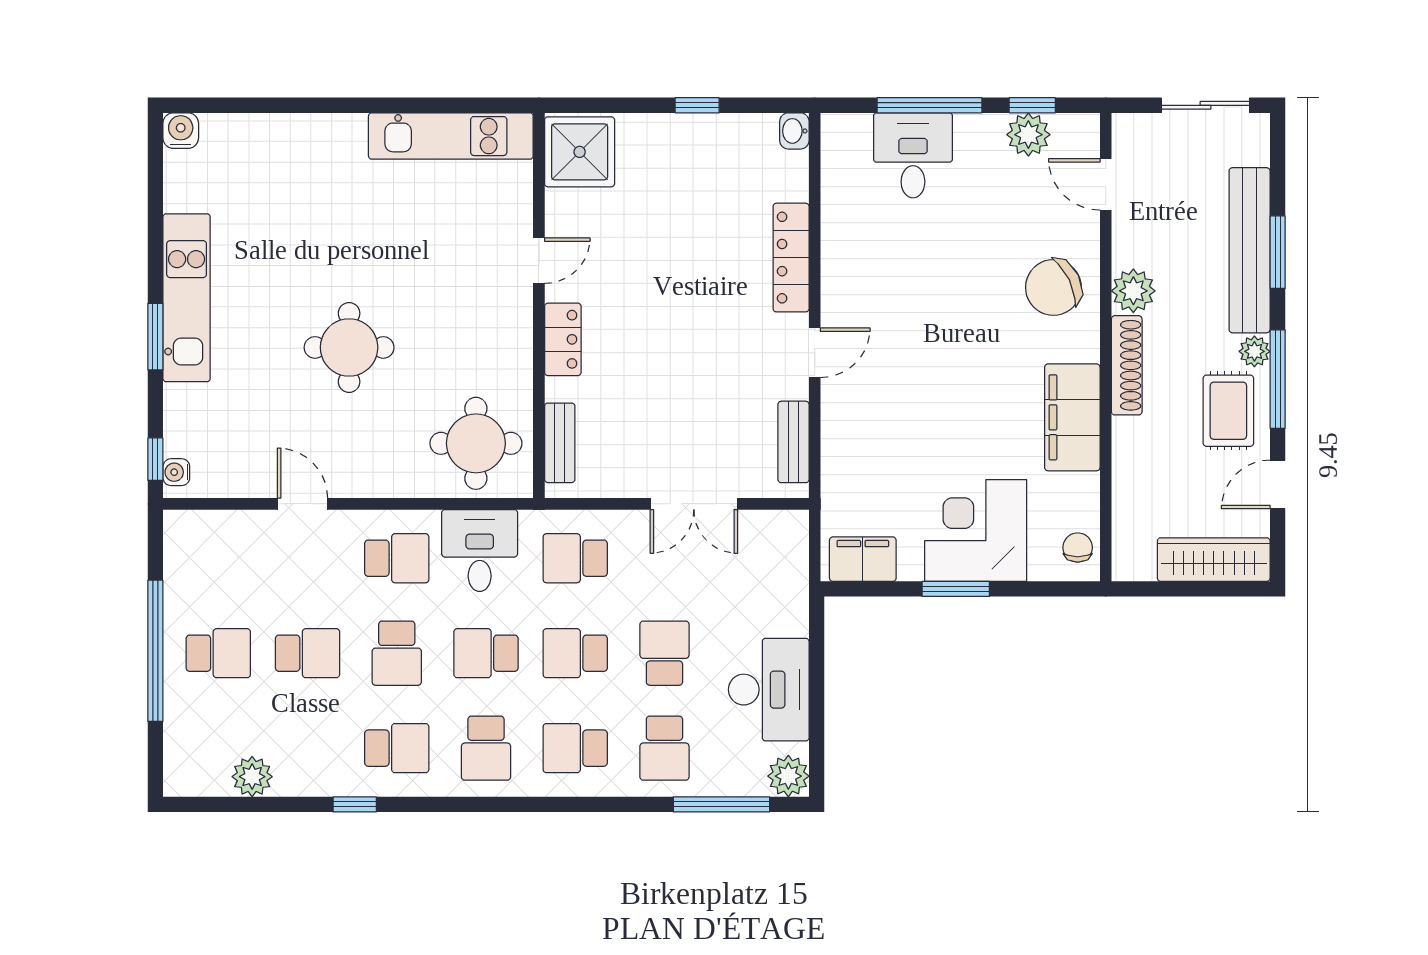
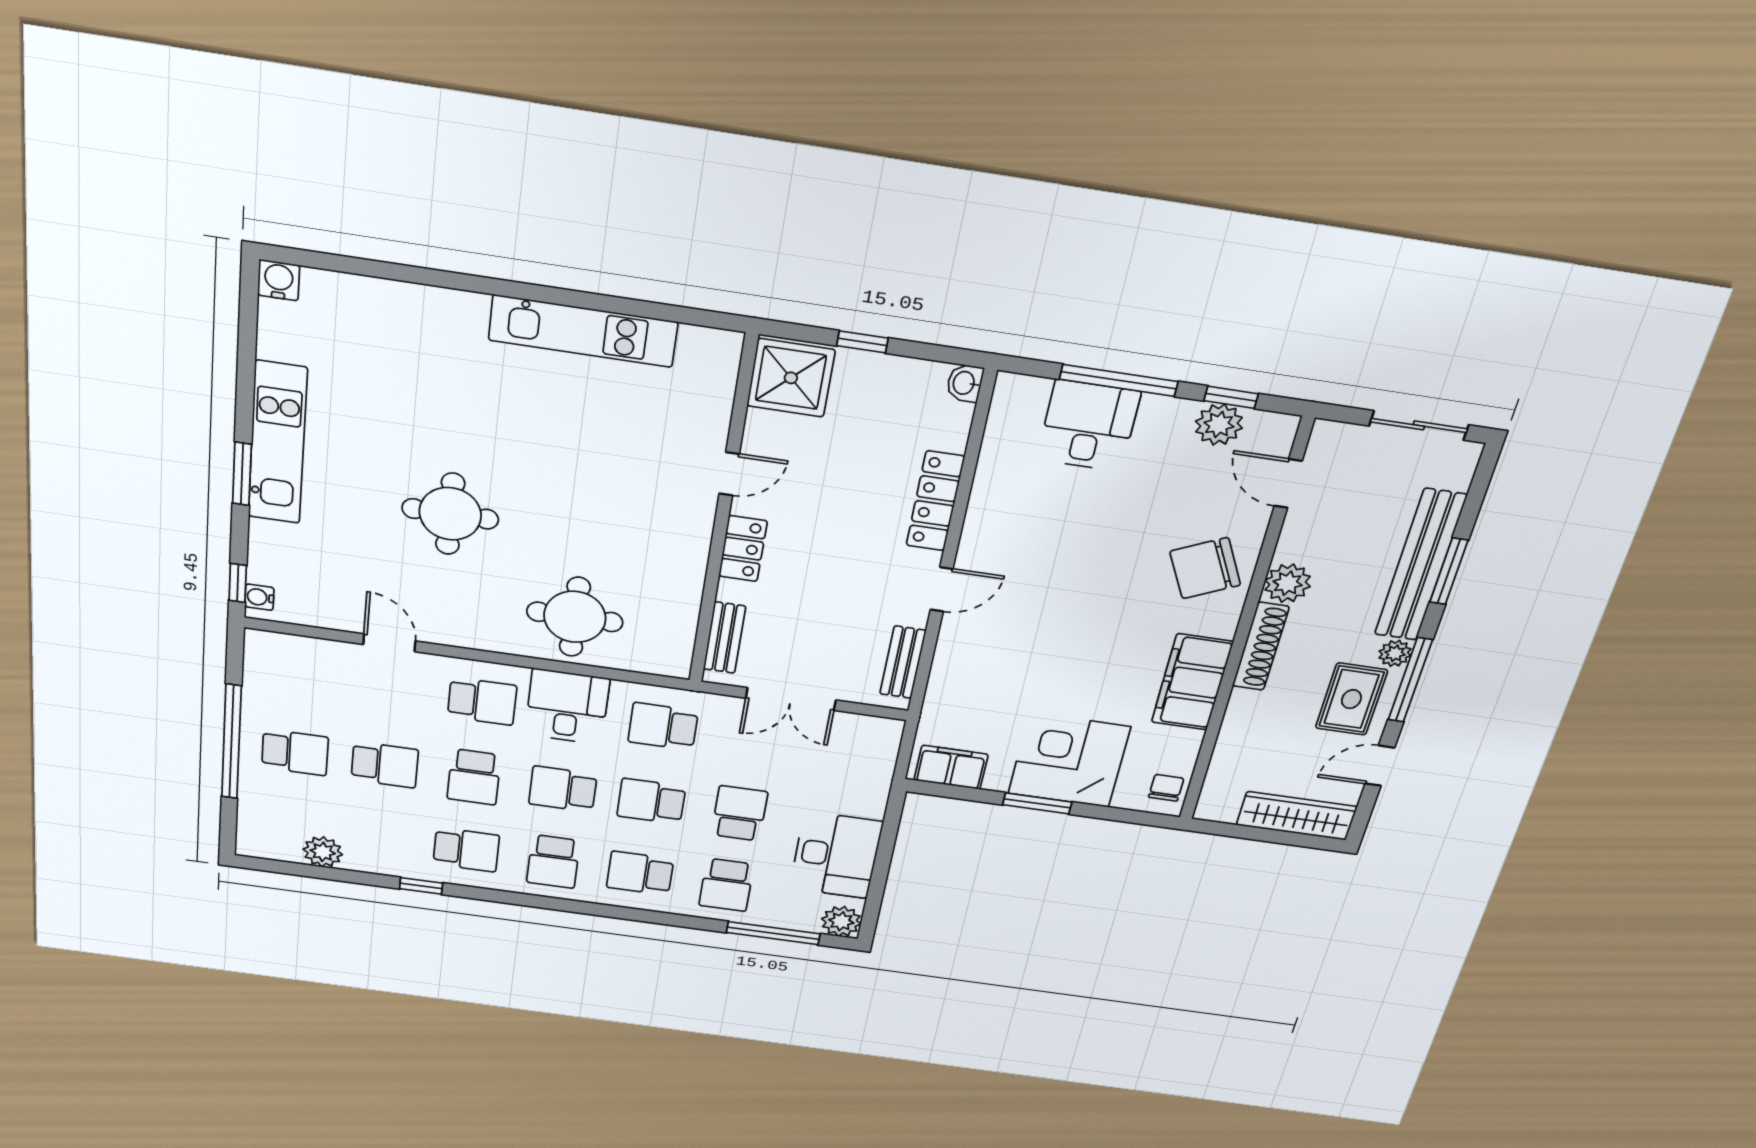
shower: (580, 152) -> (791, 378), moved
door: (539, 261) -> (729, 474), moved
wall: (539, 306) -> (723, 515), moved
locker: (563, 339) -> (743, 549), moved
bench: (560, 443) -> (725, 638), moved

